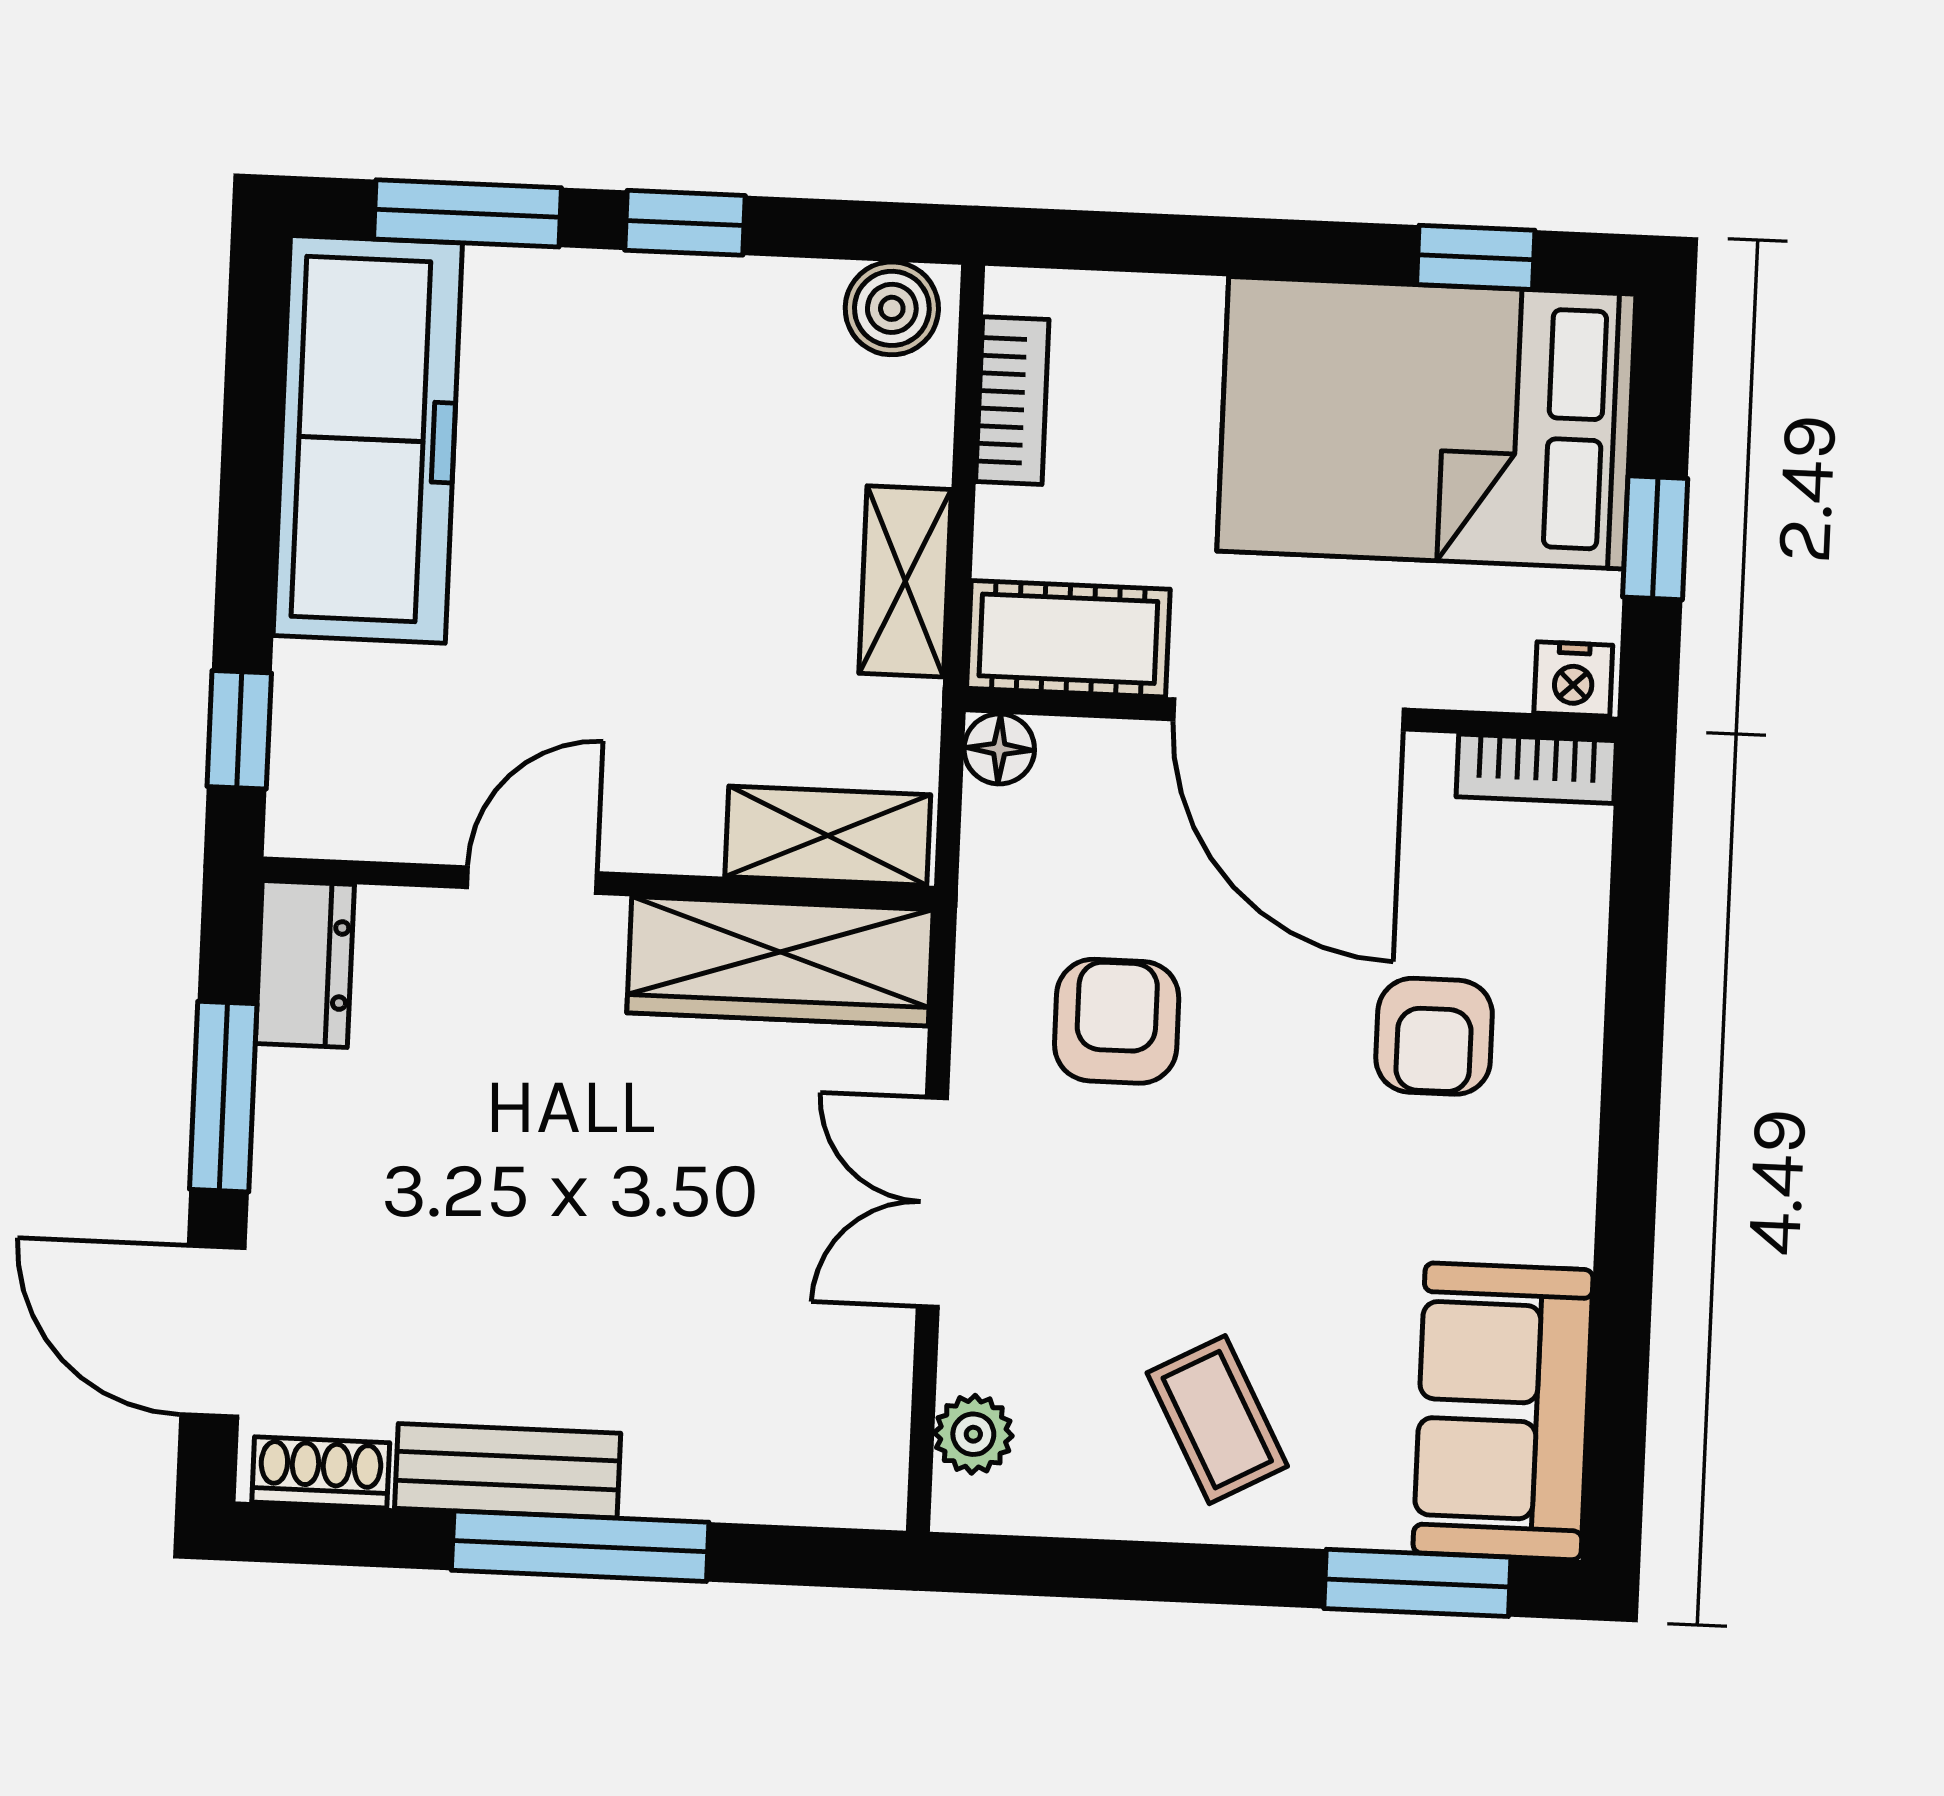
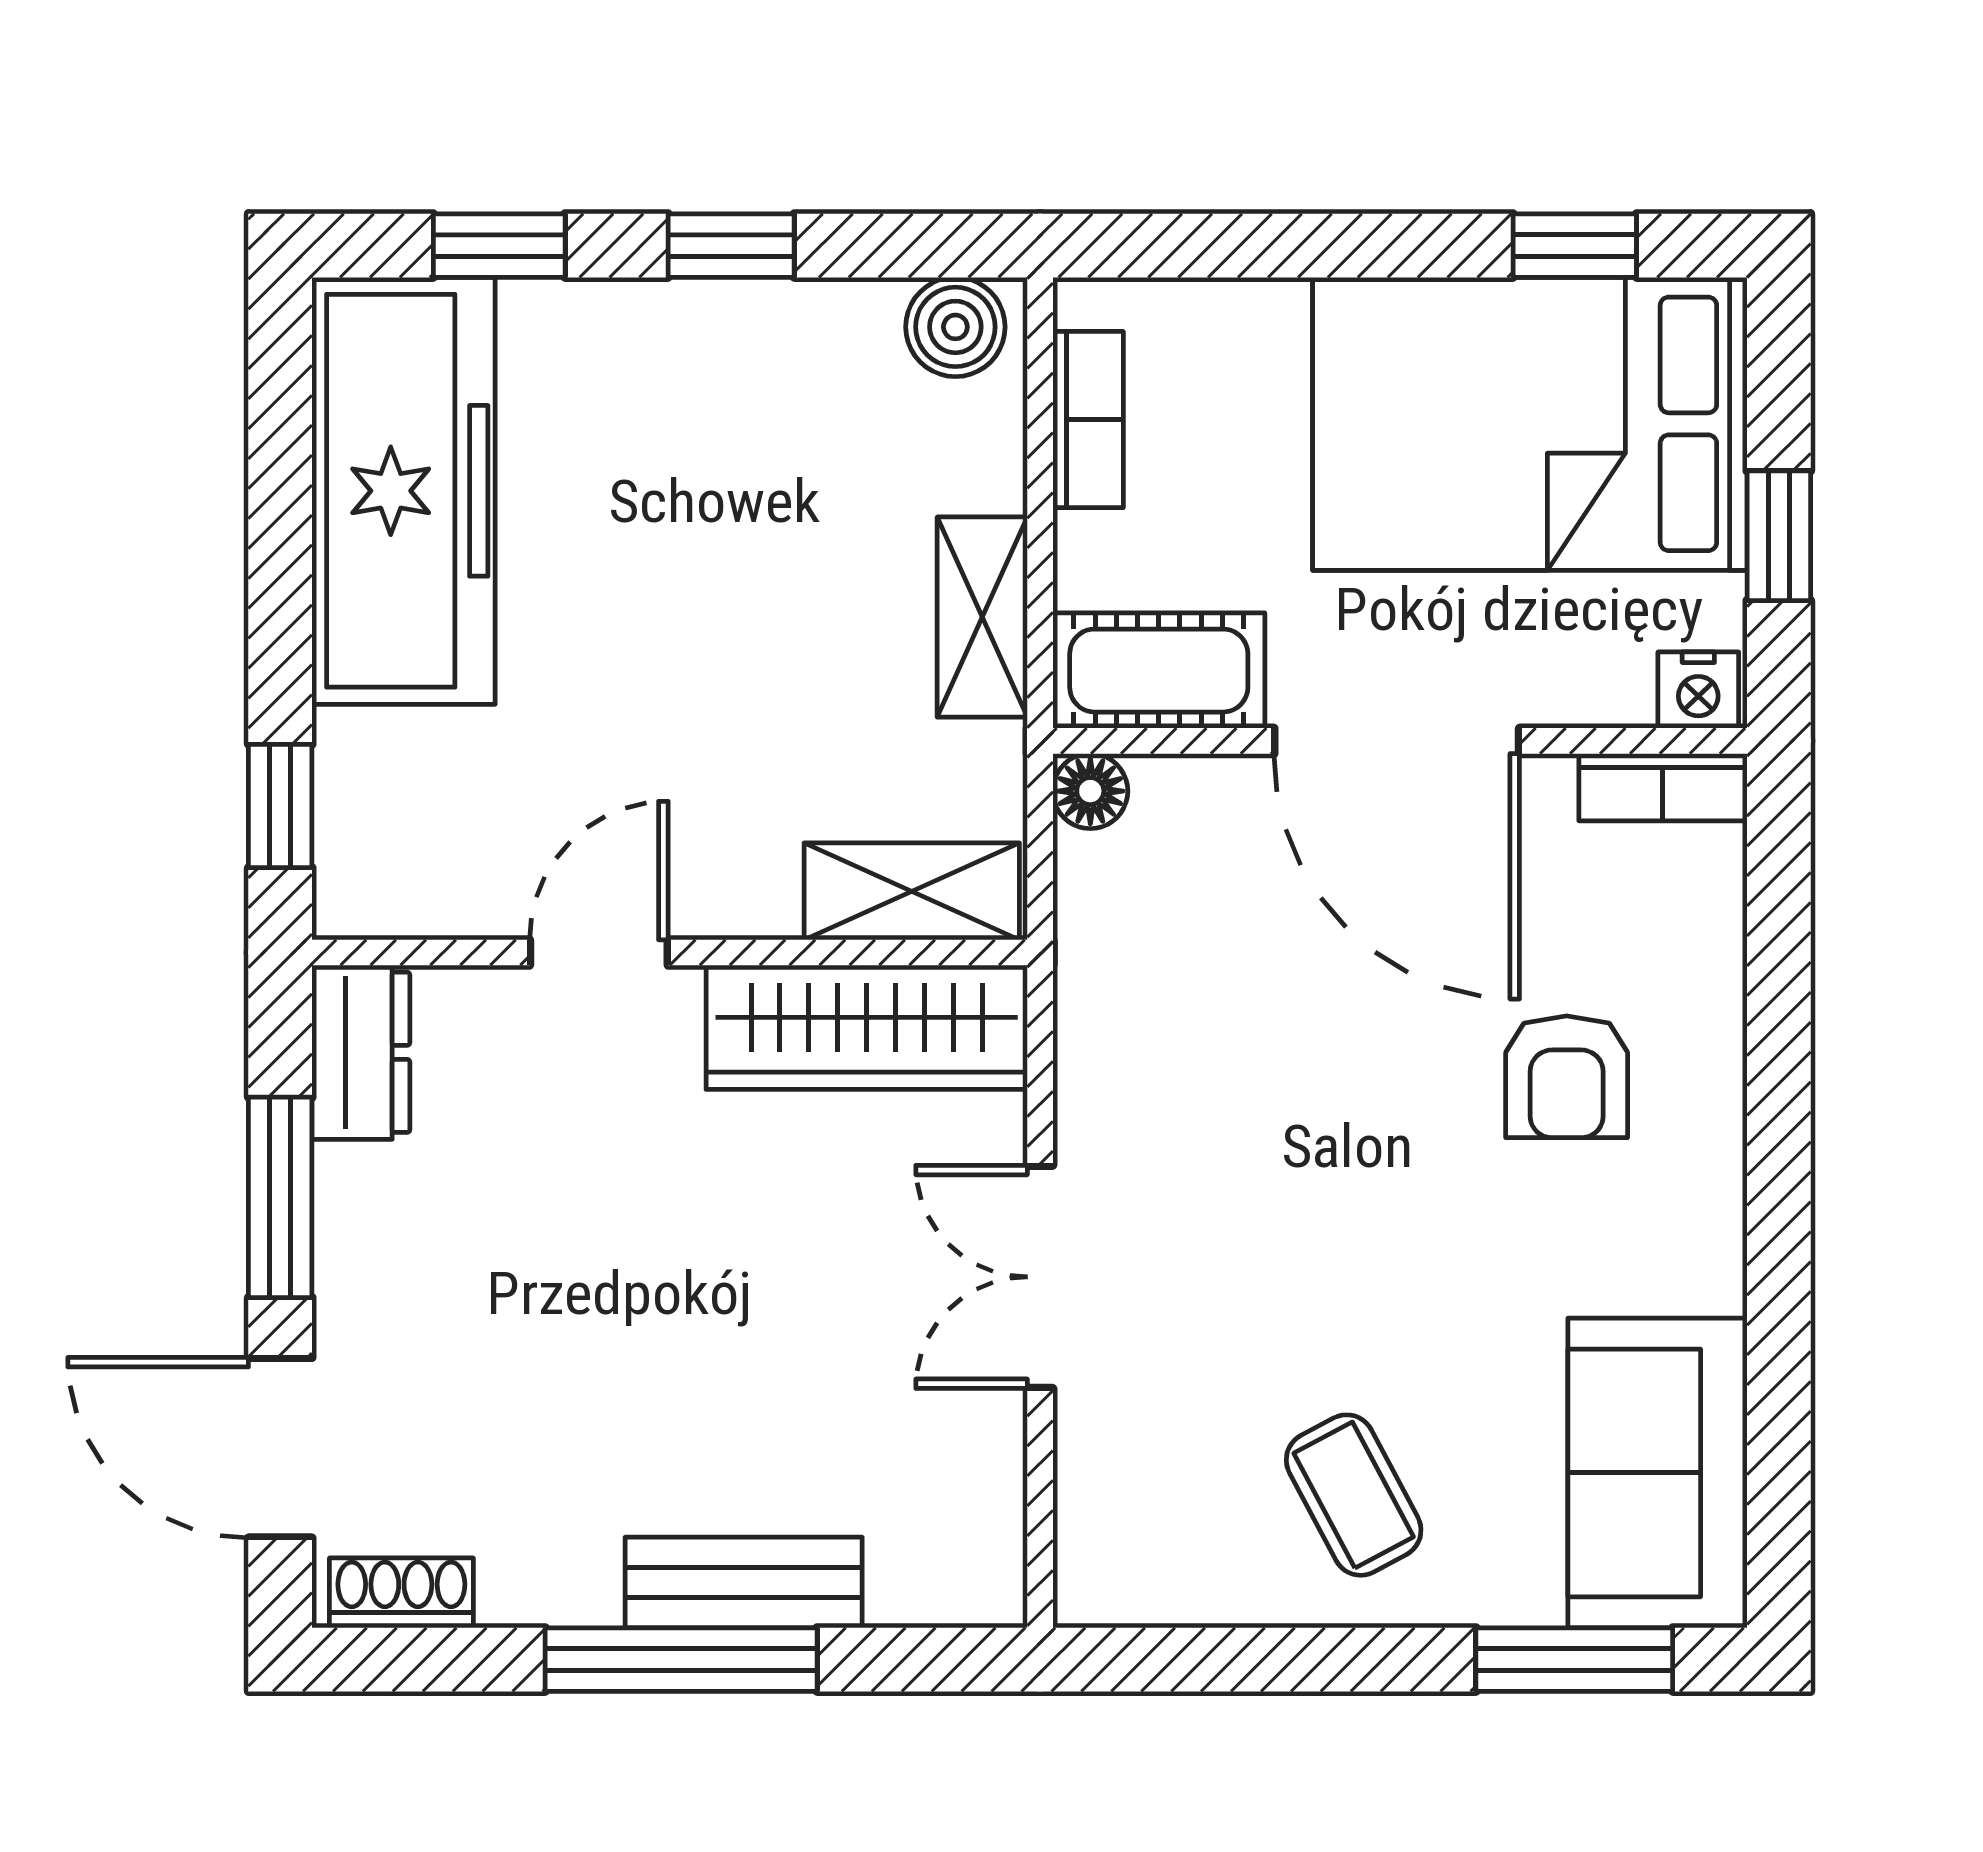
window: (467, 213) -> (499, 246), width x0.67
armchair: (1117, 1021) -> (1228, 1076), removed
plant: (973, 1434) -> (1095, 1522), removed
bench: (508, 1471) -> (744, 1583), moved

